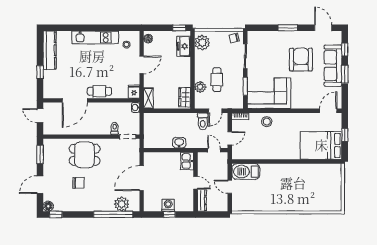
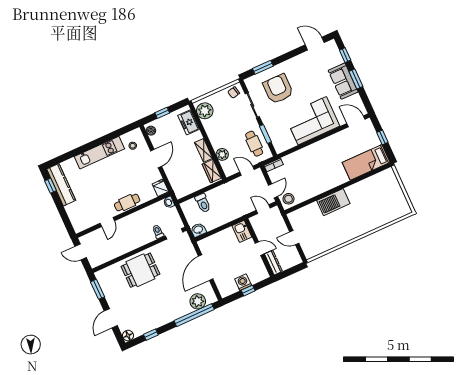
window: (179, 28) -> (162, 113), moved
window: (288, 28) -> (263, 67), moved
armchair: (301, 60) -> (278, 89), moved
sofa: (333, 66) -> (343, 81), width x0.73
window: (40, 72) -> (51, 186), moved
cafe table: (217, 80) -> (254, 144), moved
corner sofa: (269, 93) -> (312, 121), moved
shelving: (148, 98) -> (204, 150), moved
door: (75, 100) -> (107, 222), width x0.53
door: (215, 111) -> (247, 171), swing flipped
door: (328, 111) -> (356, 121), hinge flipped
toilet: (203, 121) -> (203, 203), moved
stool: (267, 122) -> (288, 199), moved
washbasin: (179, 143) -> (198, 230), moved
bed: (321, 145) -> (366, 162), width x0.67
barbecue: (246, 172) -> (333, 202), moved
chair: (78, 183) -> (147, 300), removed
window: (56, 214) -> (151, 335), moved

